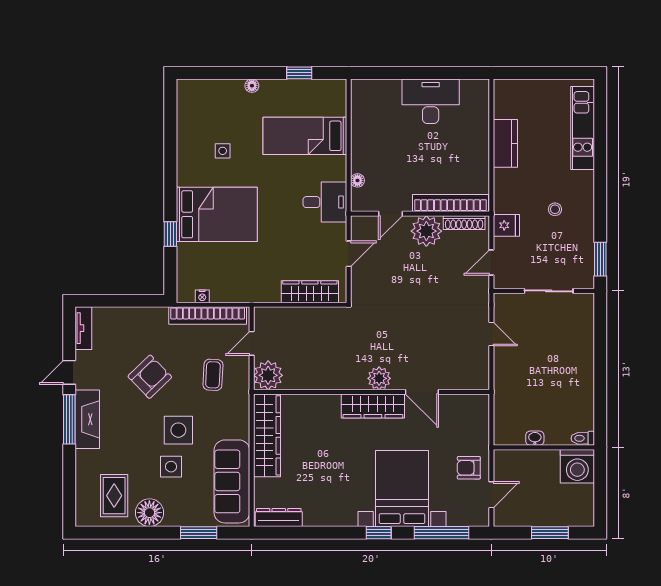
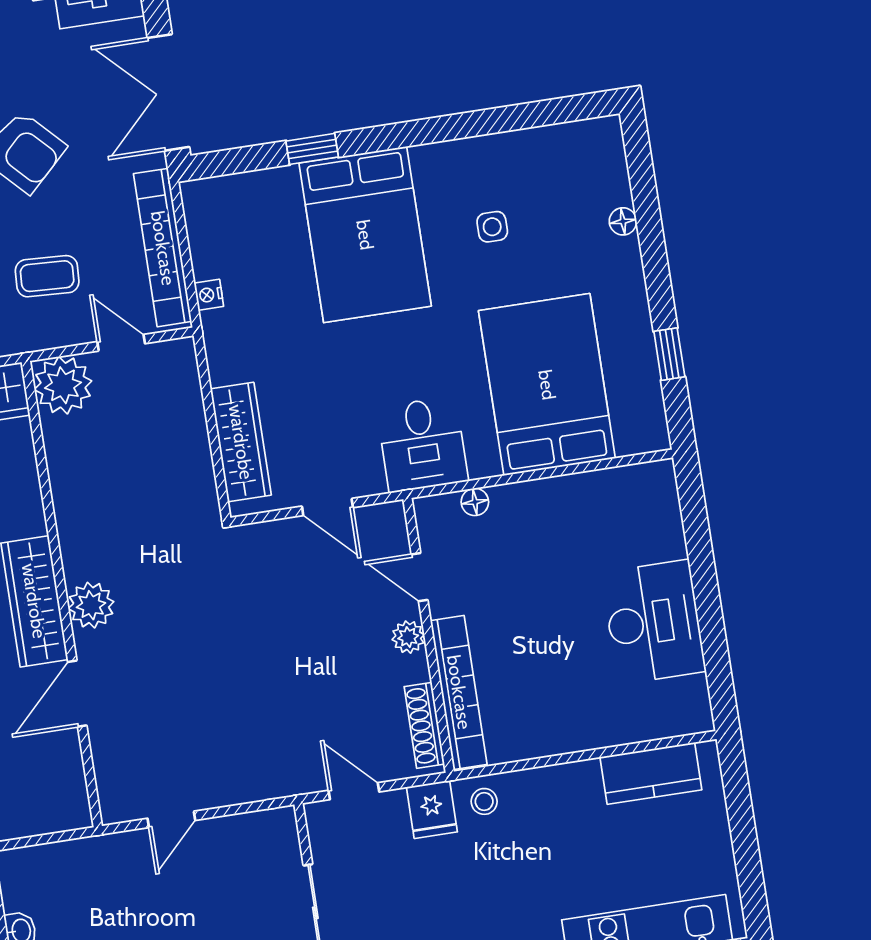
floor lamp: (252, 86) -> (623, 221), moved
bed: (305, 136) -> (547, 385), width x1.50
kitchen counter: (505, 143) -> (651, 773), moved
stool: (555, 209) -> (484, 801), moved
plant: (426, 231) -> (408, 637), width x0.53, depth x0.53
nightstand: (202, 296) -> (209, 295), moved
double door: (131, 301) -> (168, 92), added
door: (491, 334) -> (171, 819), moved

